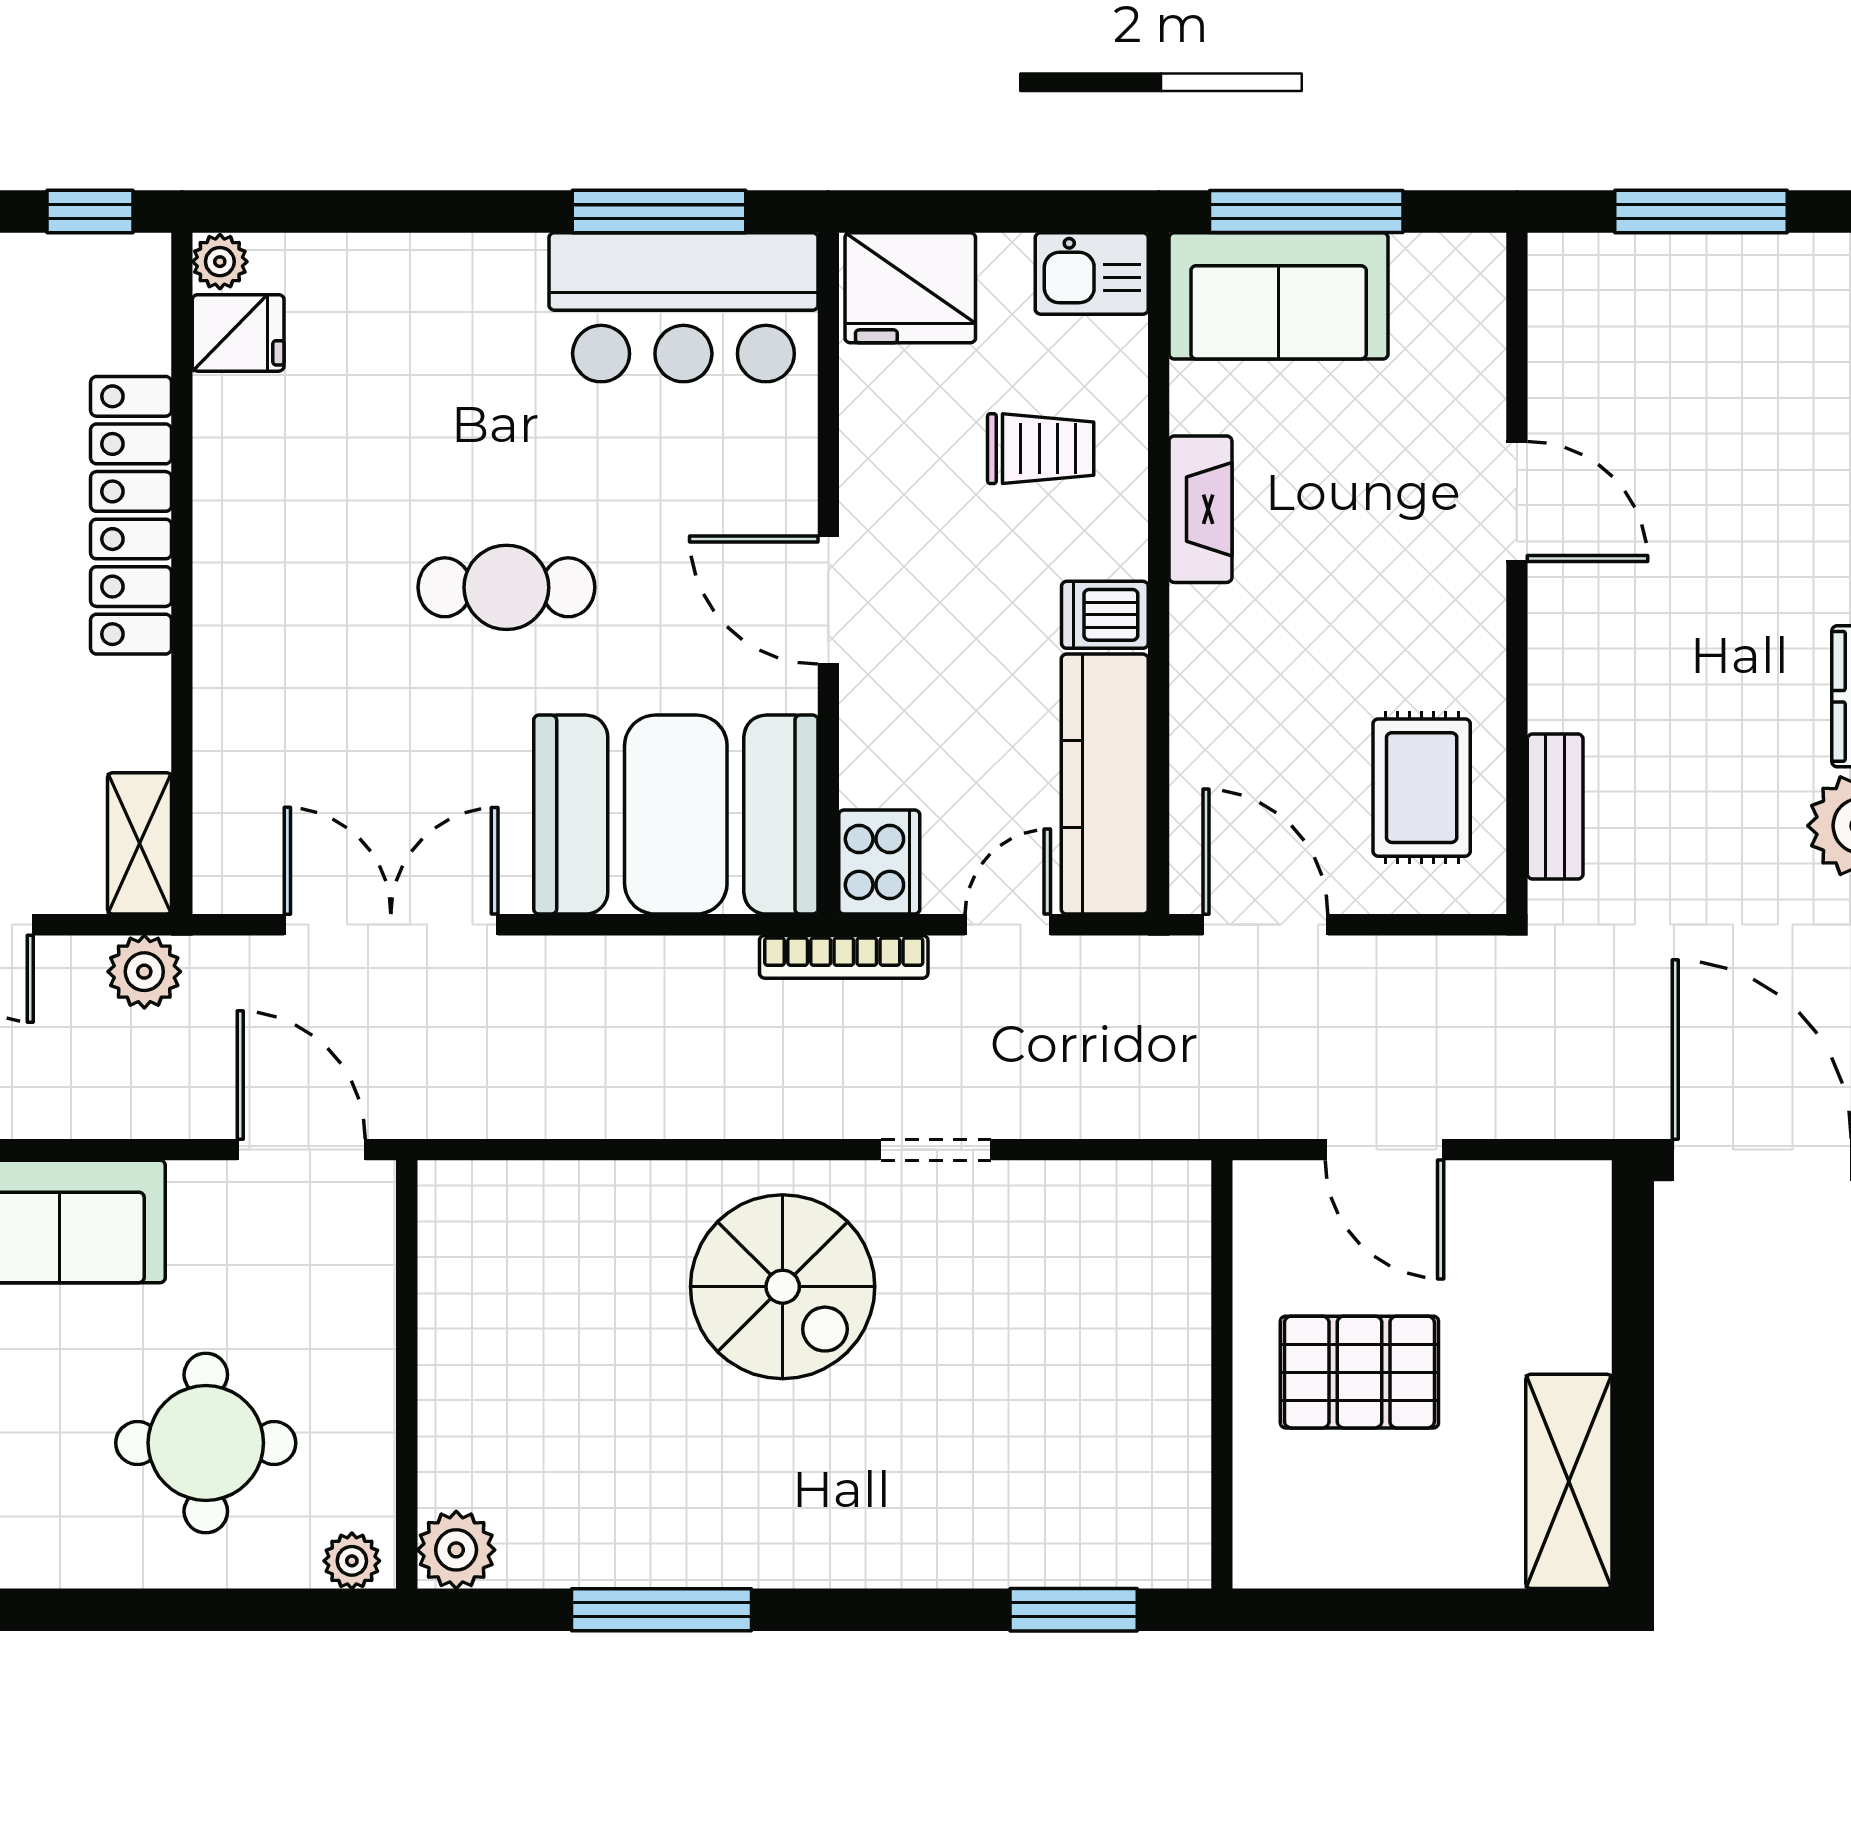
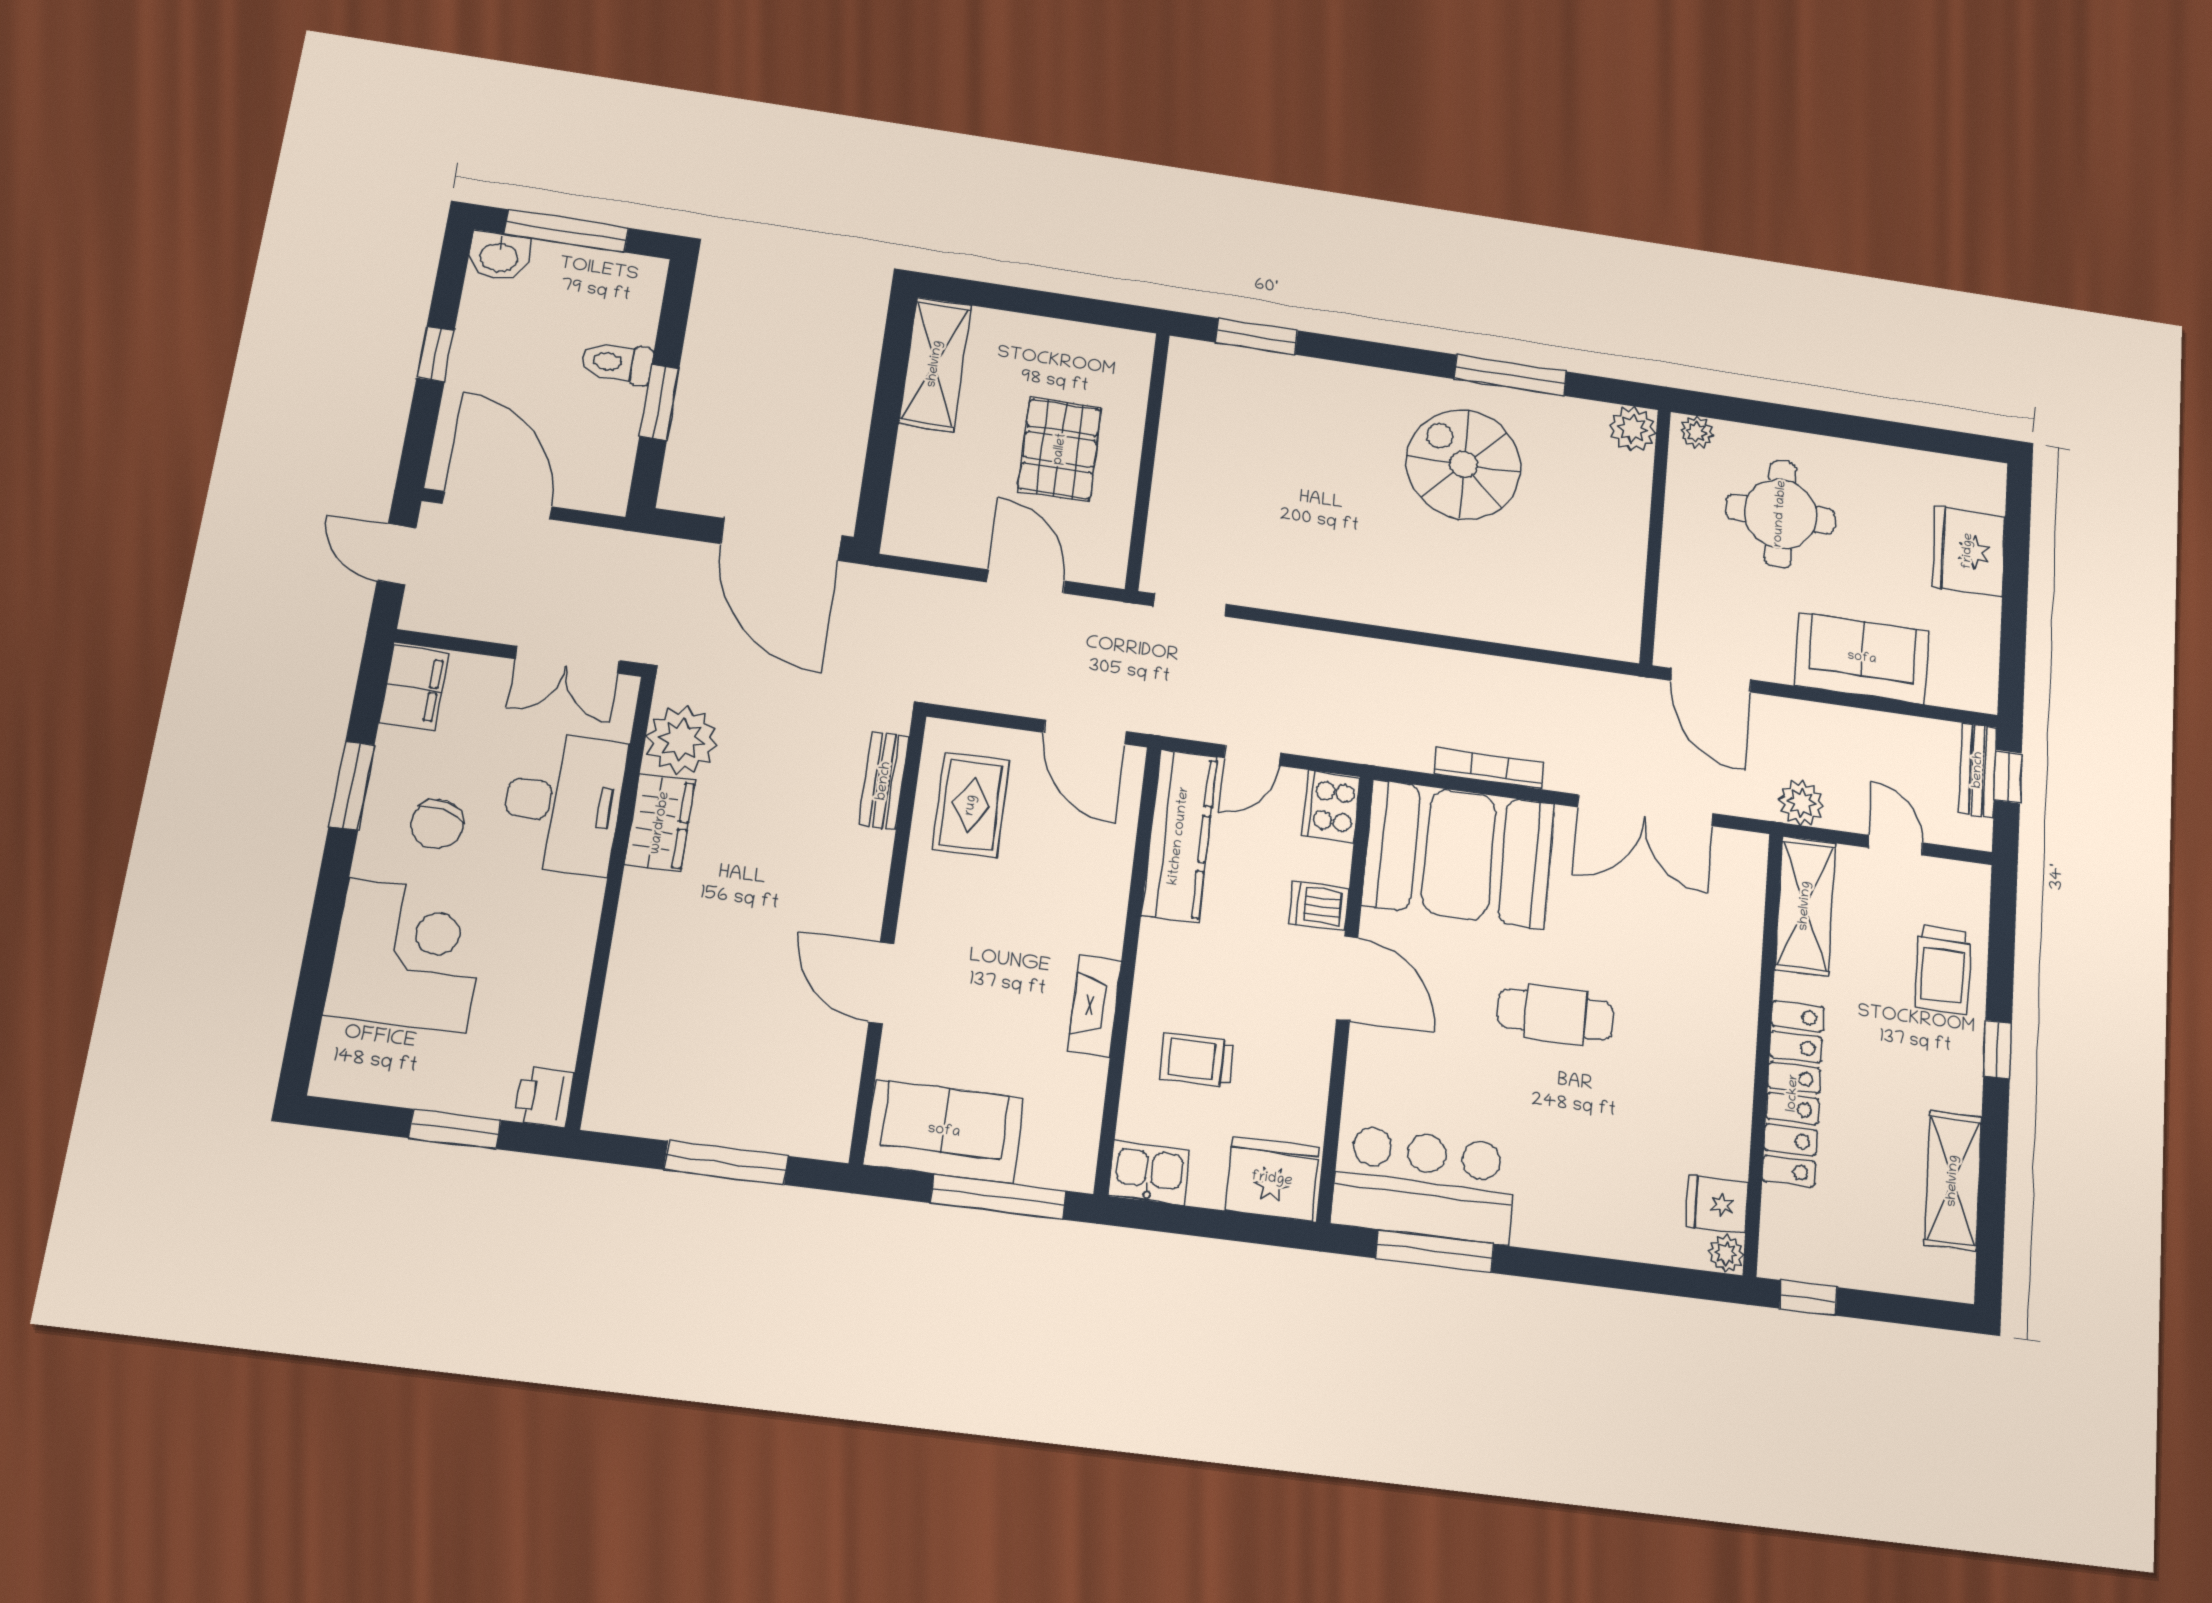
sofa: (1279, 296) -> (944, 1131), moved
dishwasher: (1105, 615) -> (1319, 906), moved, turned 180
shelving: (140, 843) -> (1805, 906), width x1.50, depth x1.33
bookcase: (844, 957) -> (1489, 768), moved
doorway: (935, 1150) -> (1190, 605), moved
spiral stairs: (783, 1287) -> (1464, 464), moved
pallet: (1359, 1372) -> (1060, 449), turned 90

